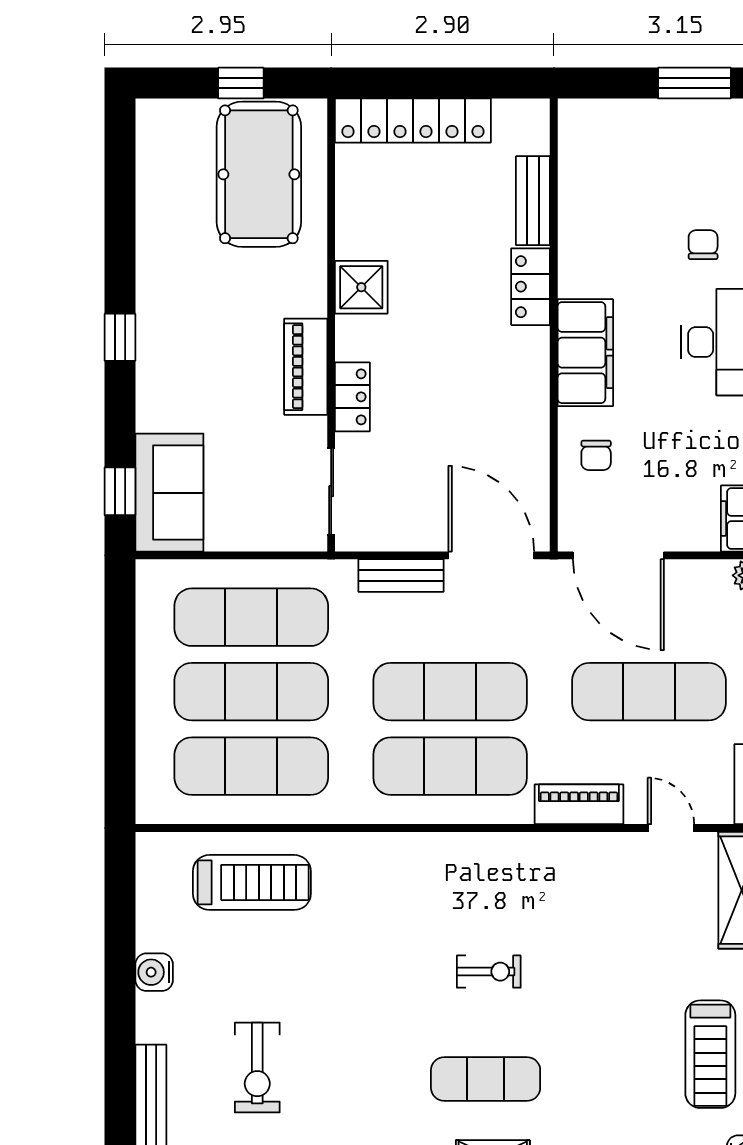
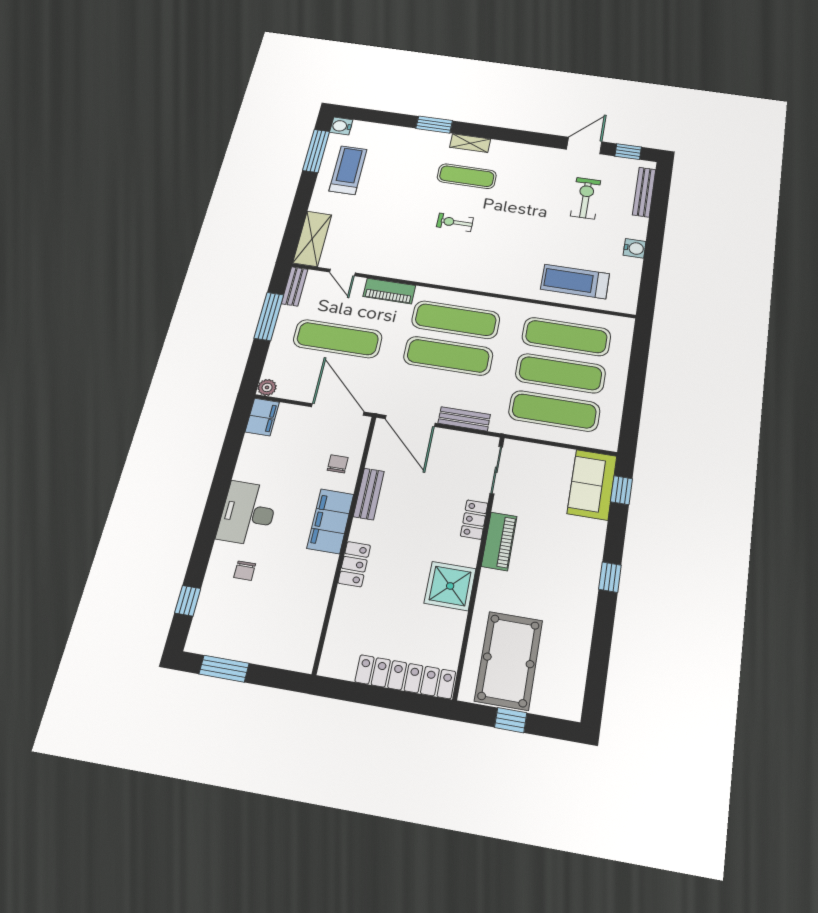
bench: (533, 201) -> (369, 494), moved
shower: (361, 287) -> (450, 586), width x1.36, depth x1.36

